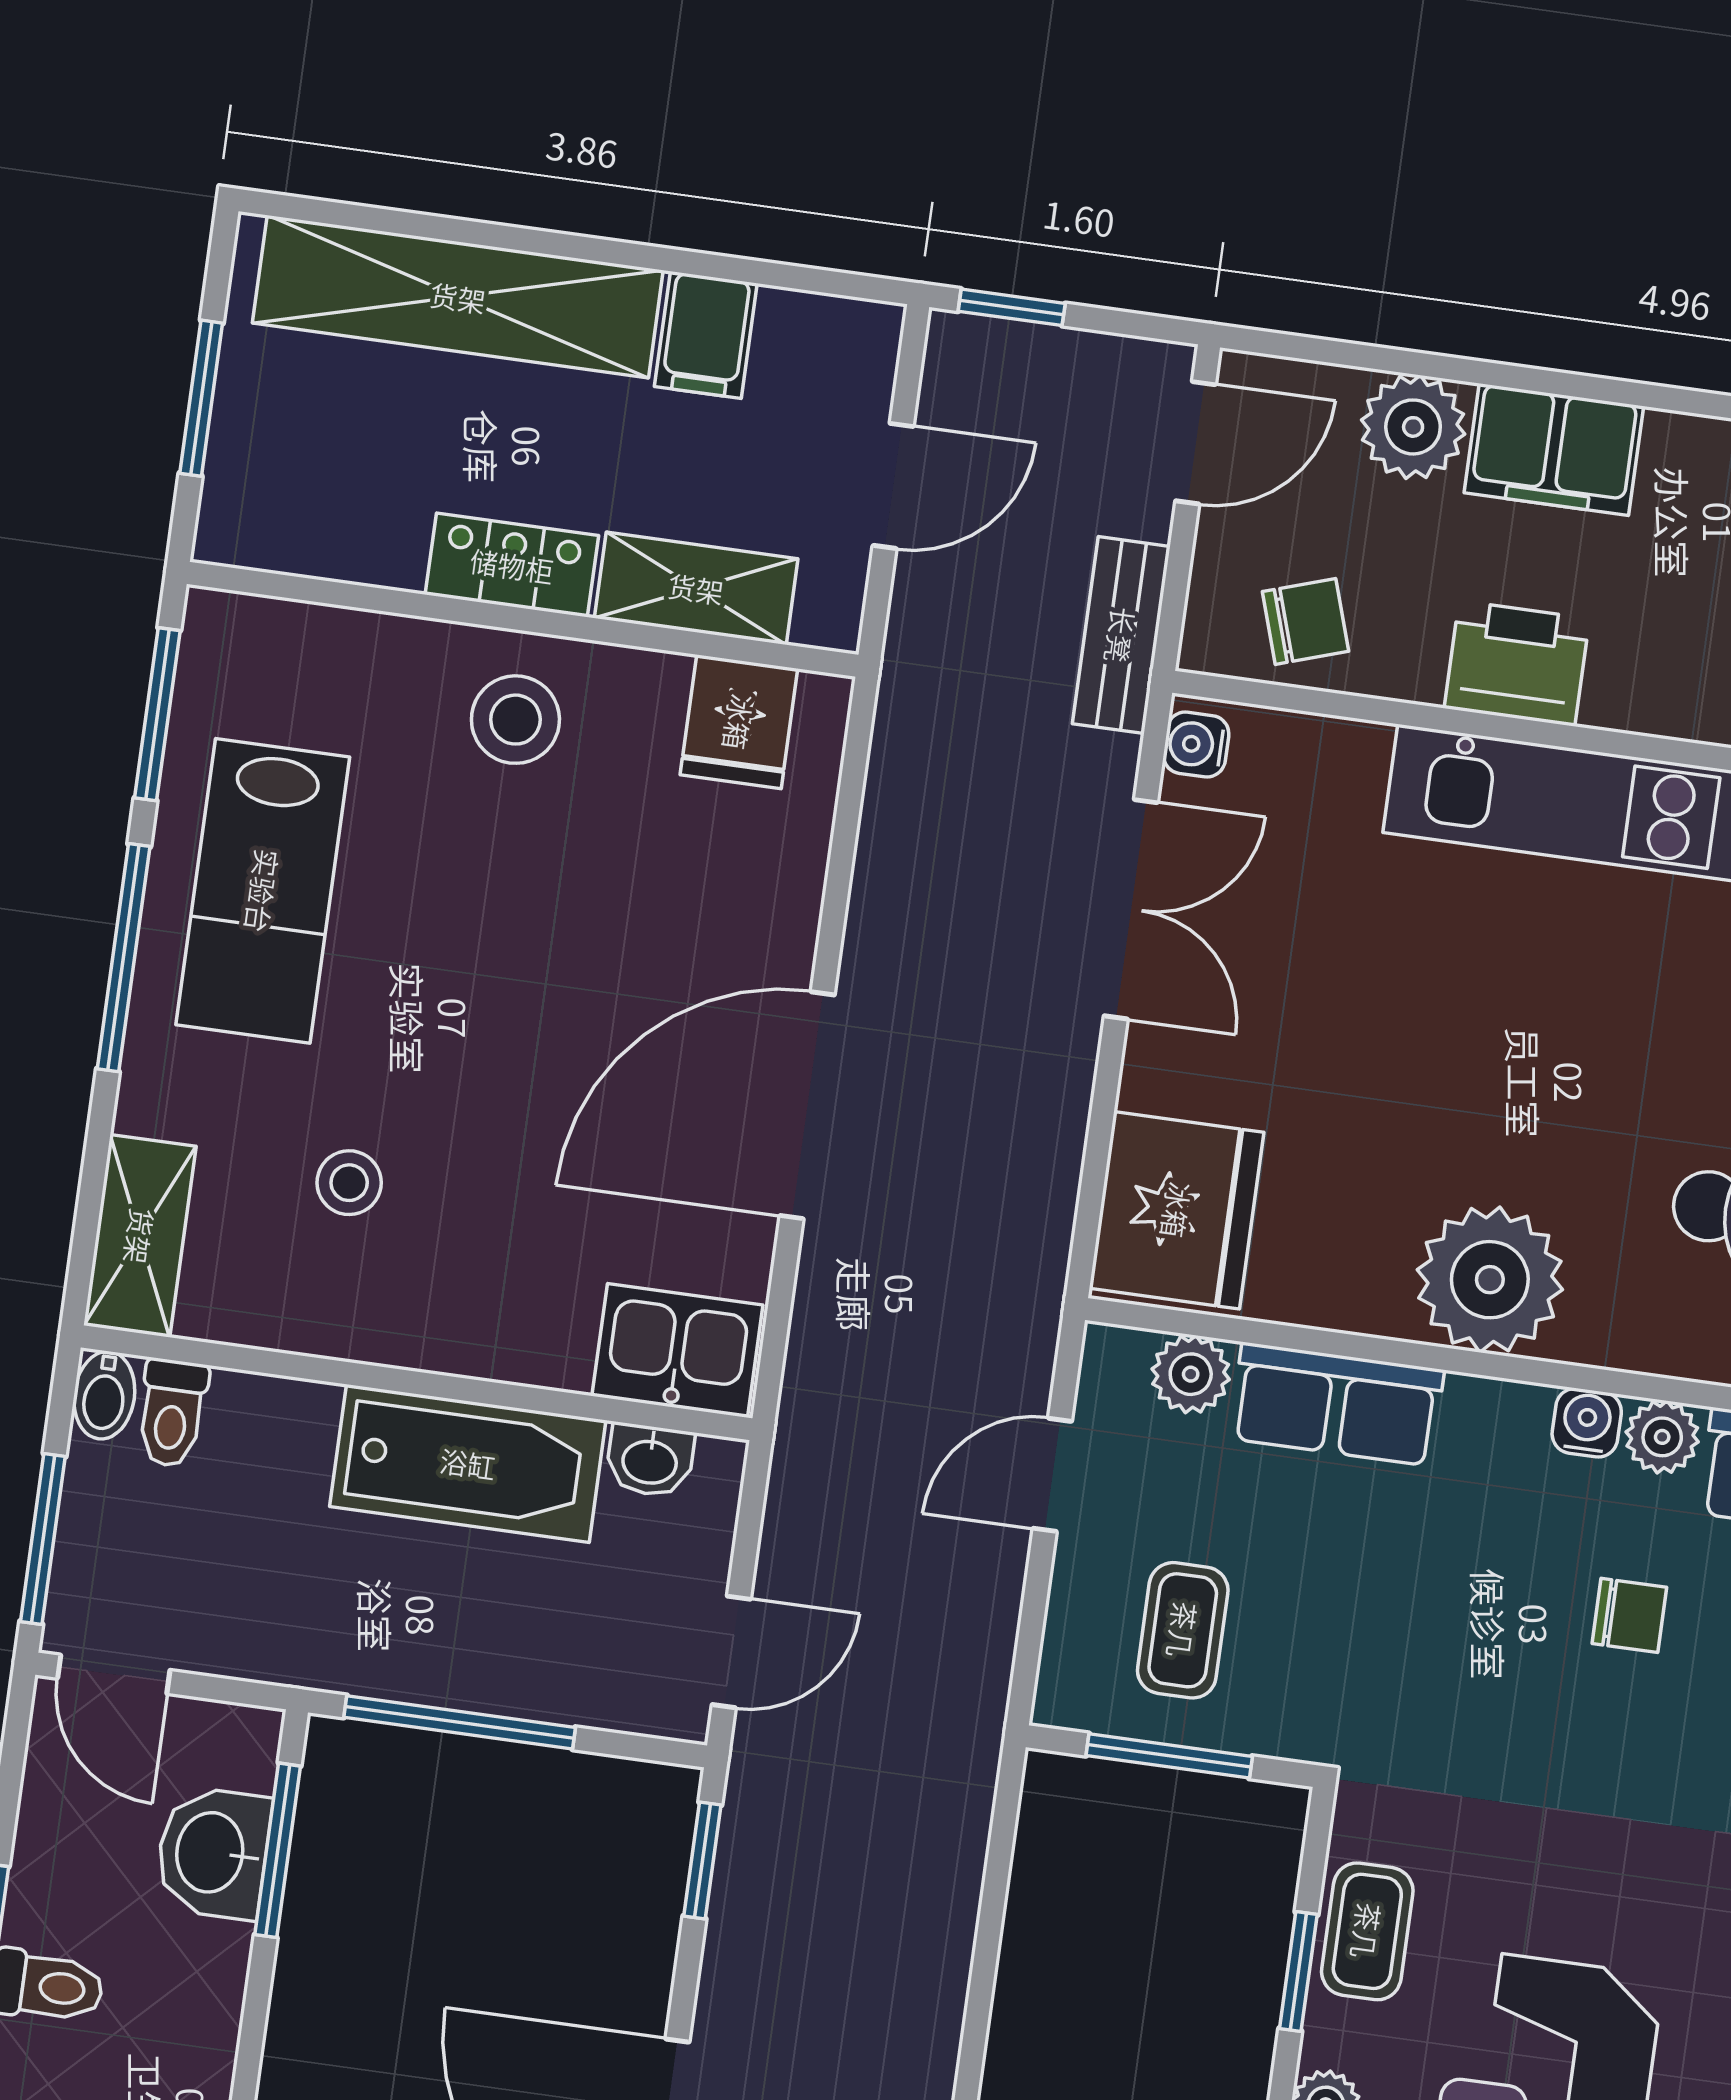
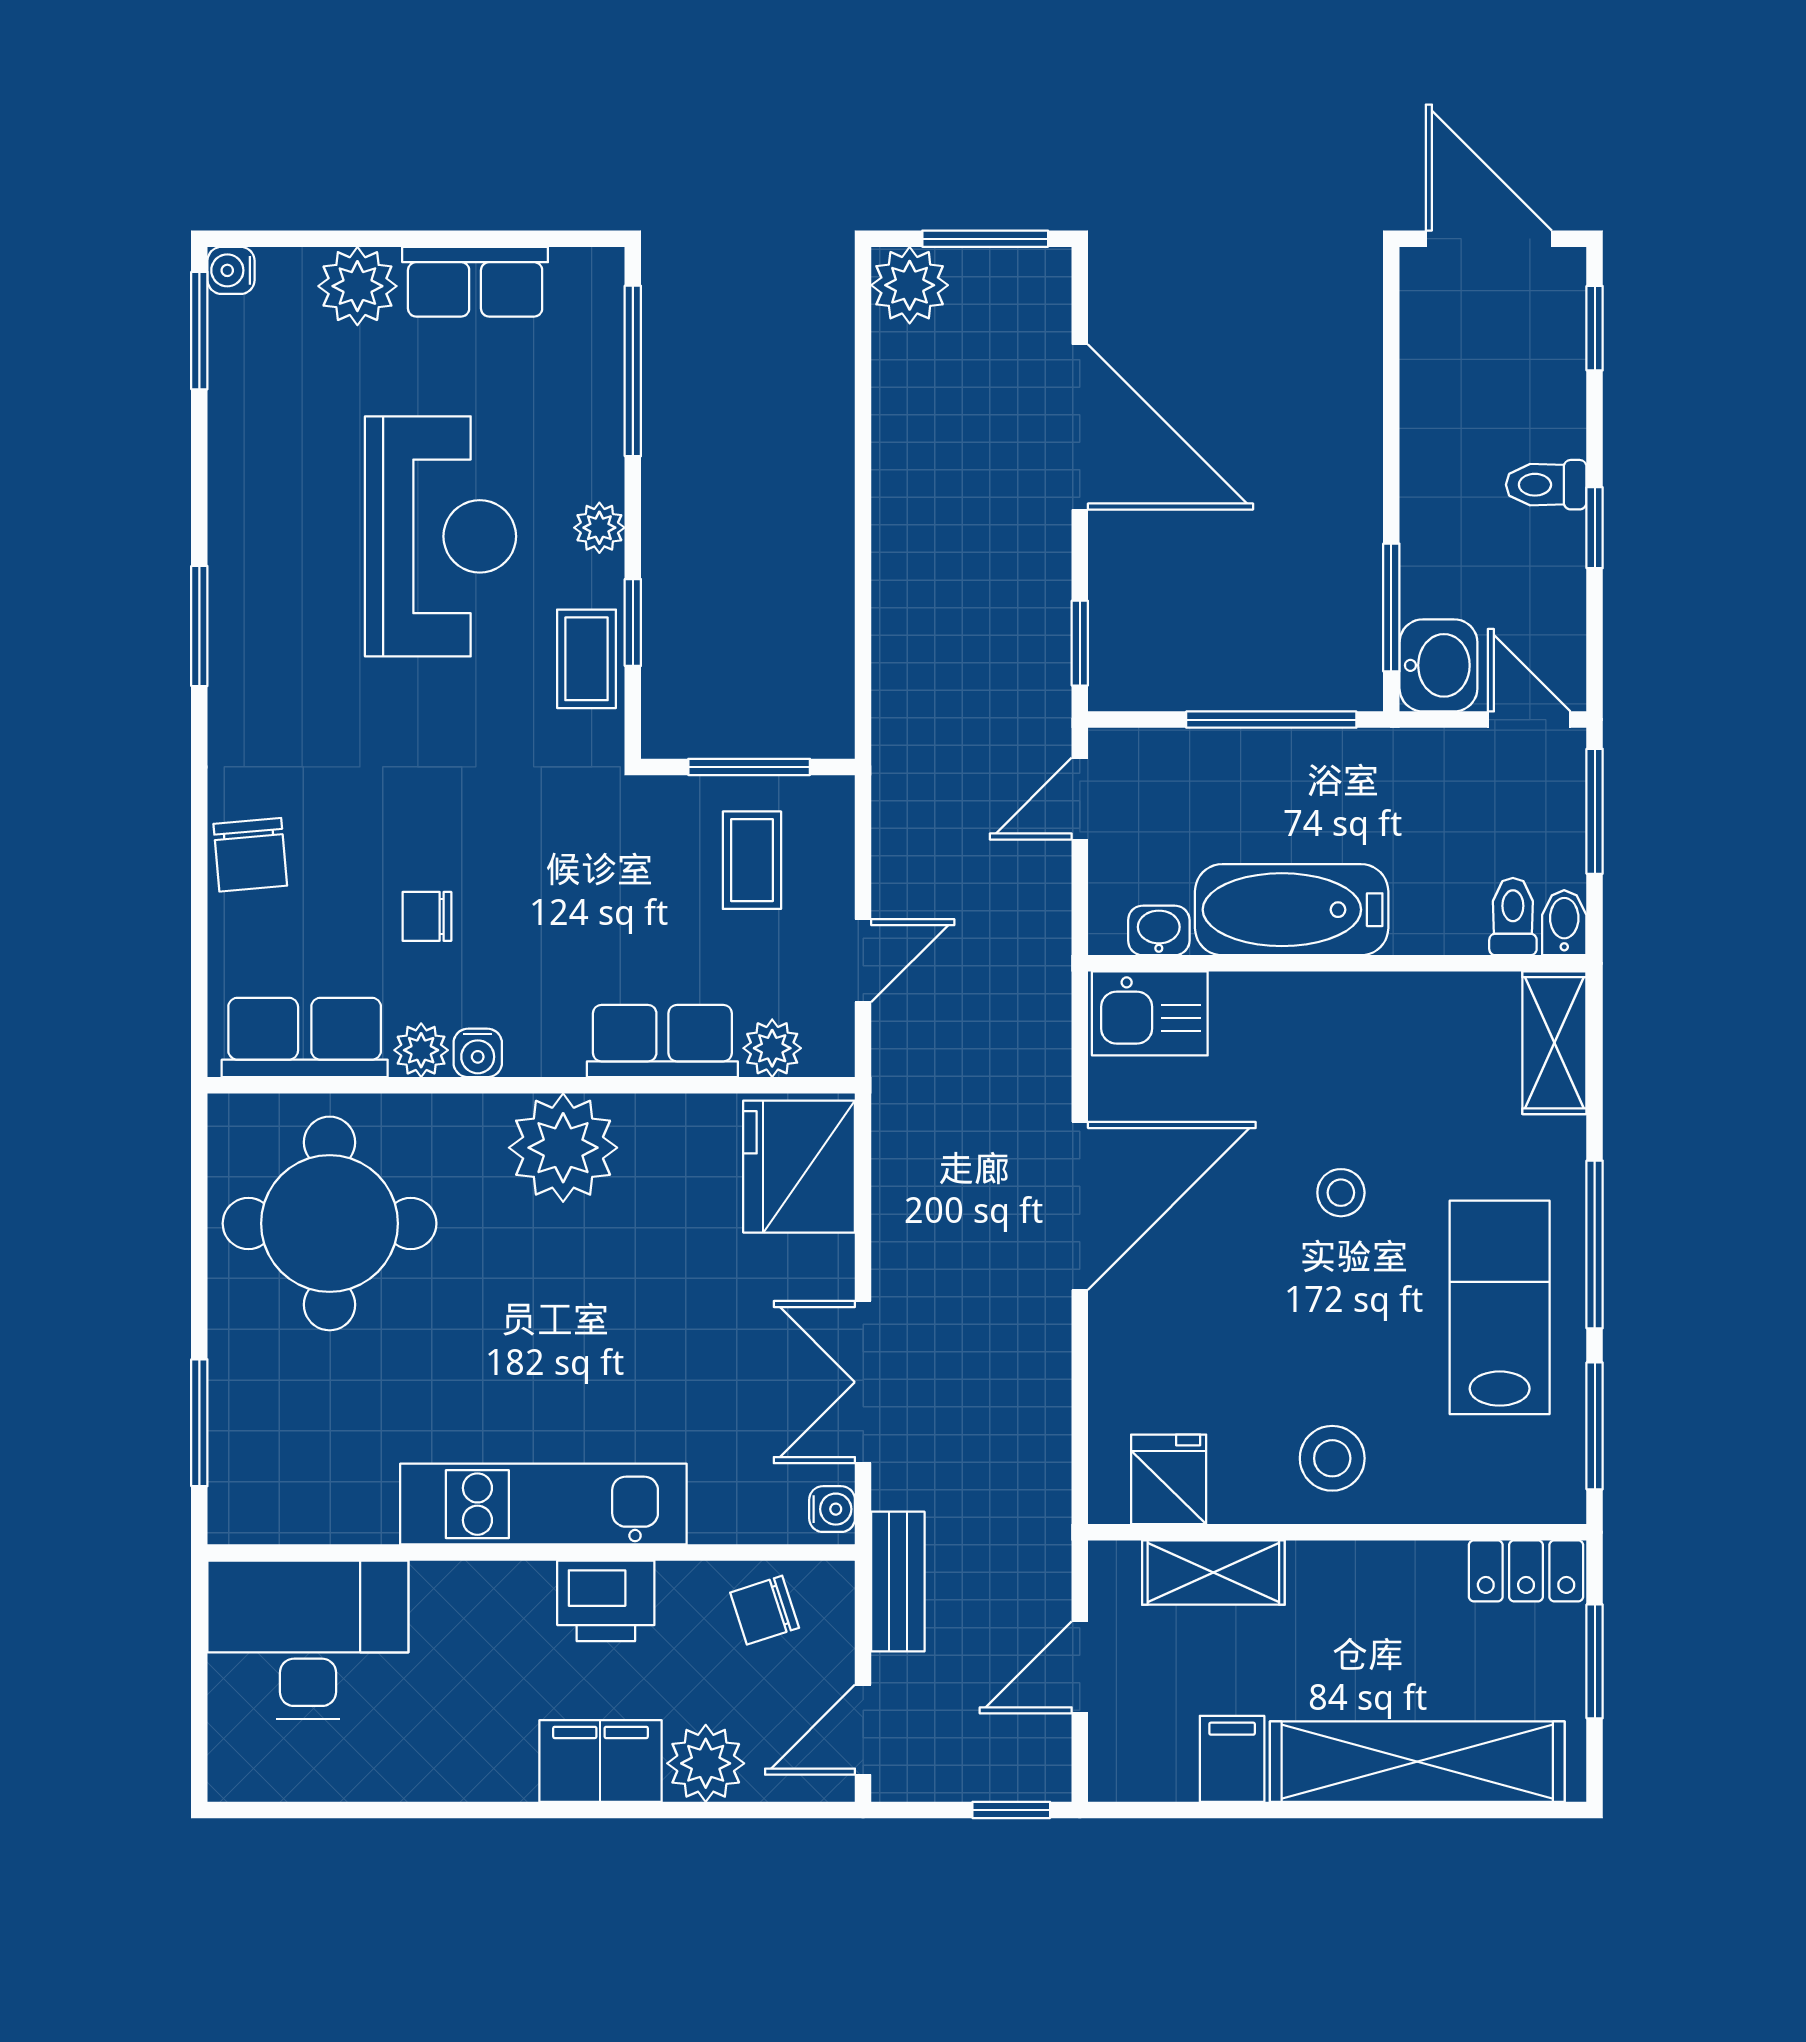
locker: (512, 565) -> (1526, 1571), moved
stool: (349, 1183) -> (1341, 1193), moved
washbasin: (213, 1853) -> (1438, 665), moved

